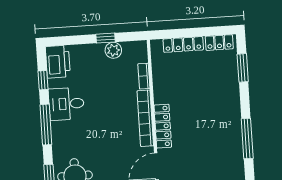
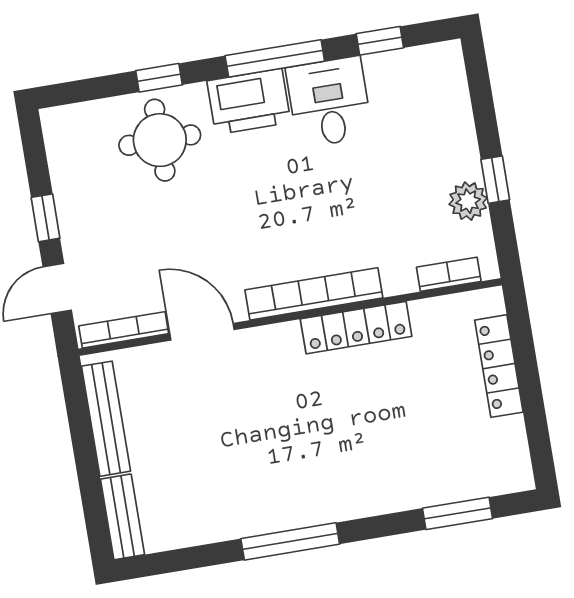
locker: (219, 43) -> (512, 452), removed
printer: (58, 62) -> (249, 102), moved
bookcase: (144, 76) -> (449, 274), moved
locker: (163, 126) -> (356, 328), moved

